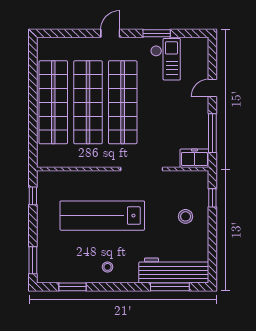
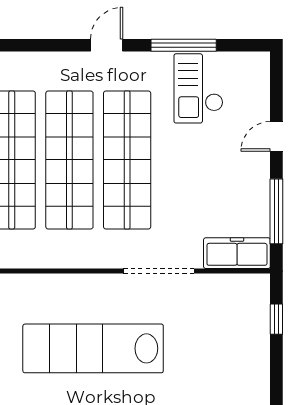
window: (157, 33) -> (184, 45), width x1.44
checkout: (166, 59) -> (198, 88), turned 180
freezer: (194, 158) -> (237, 253), width x1.40
stool: (186, 216) -> (232, 350), removed

